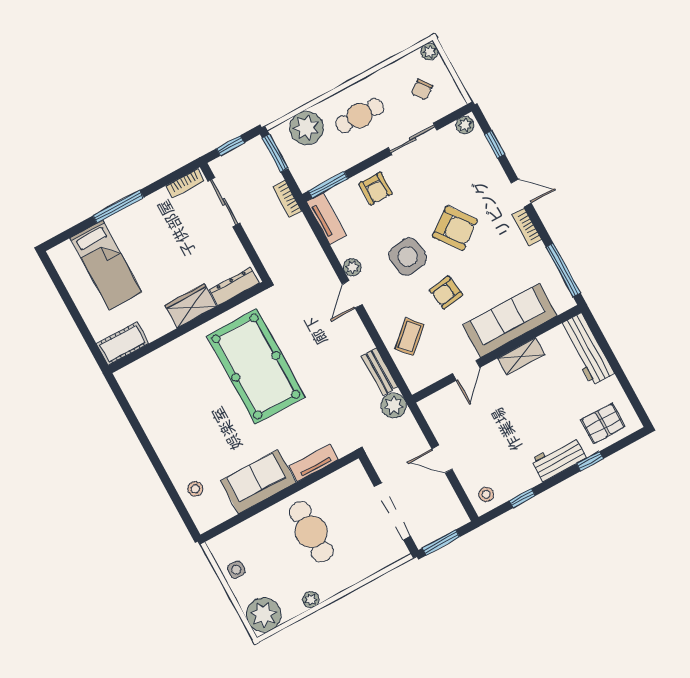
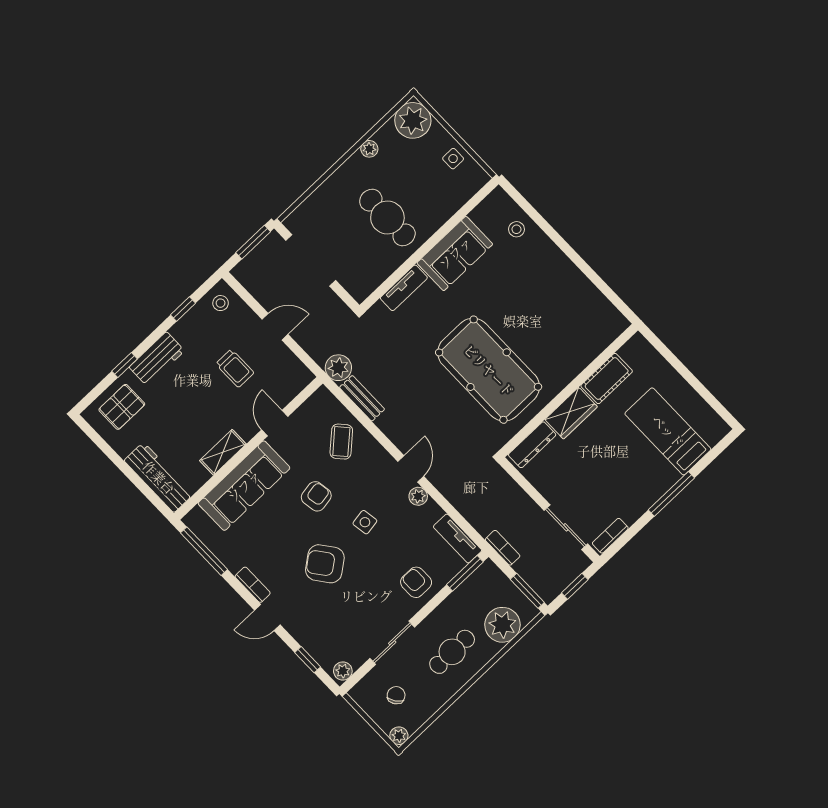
side table: (408, 257) -> (365, 522), width x0.54, depth x0.54
cot: (123, 344) -> (607, 379), moved
trolley: (489, 431) -> (235, 368), added

